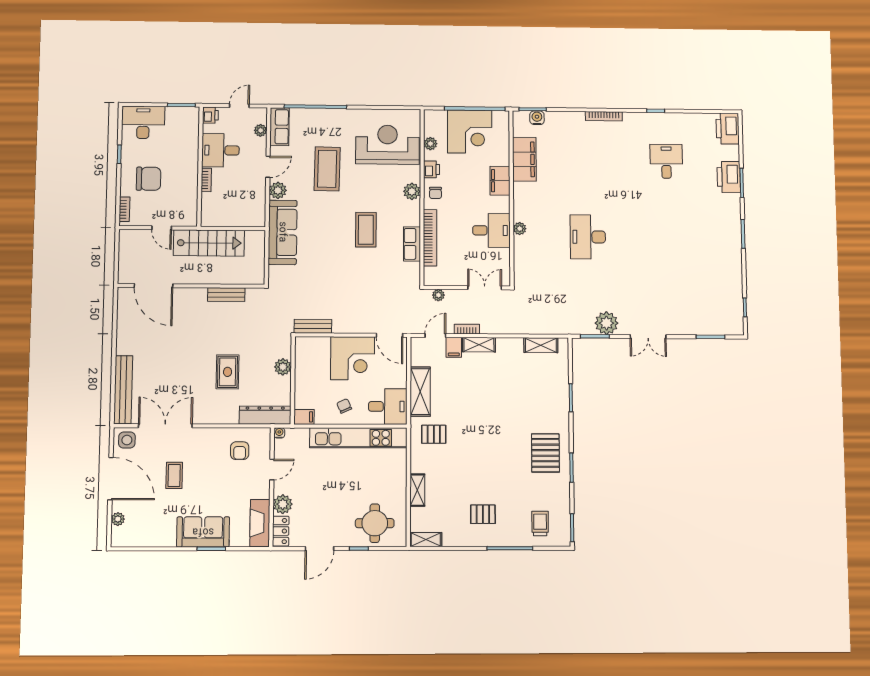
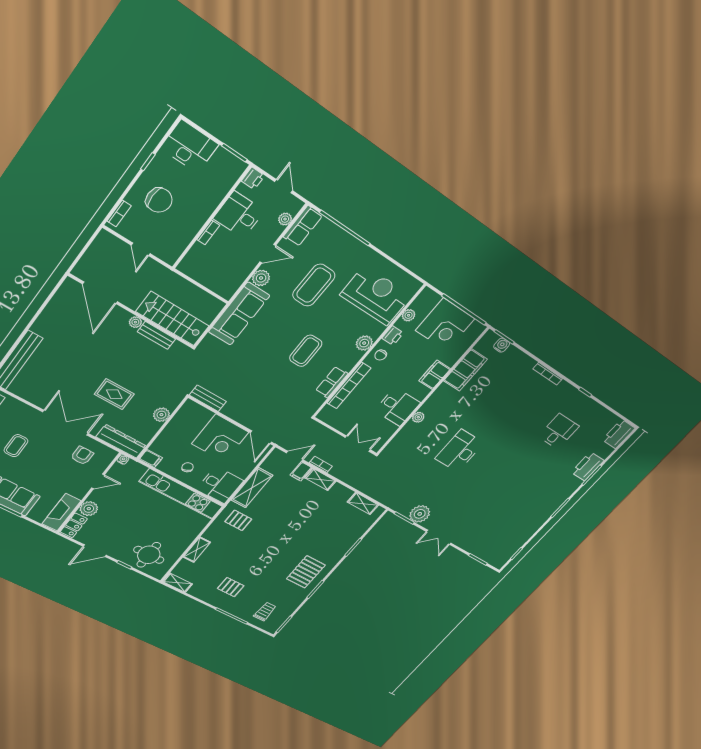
door: (239, 106) -> (284, 186), hinge flipped
stairs: (209, 243) -> (173, 319), moved, turned 180
plant: (438, 295) -> (135, 322), moved
rug: (228, 372) -> (114, 394), turned 90
double door: (165, 426) -> (66, 423), moved
armchair: (240, 451) -> (82, 456), turned 180

